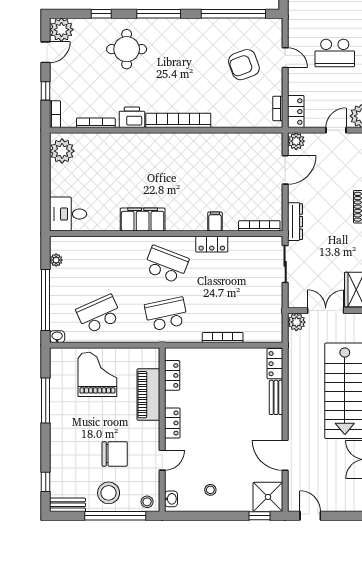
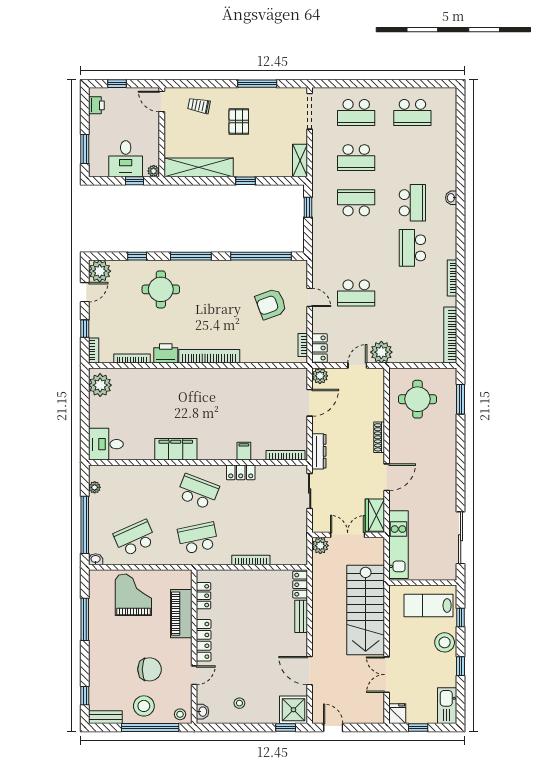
locker: (172, 423) -> (204, 640), width x1.53

